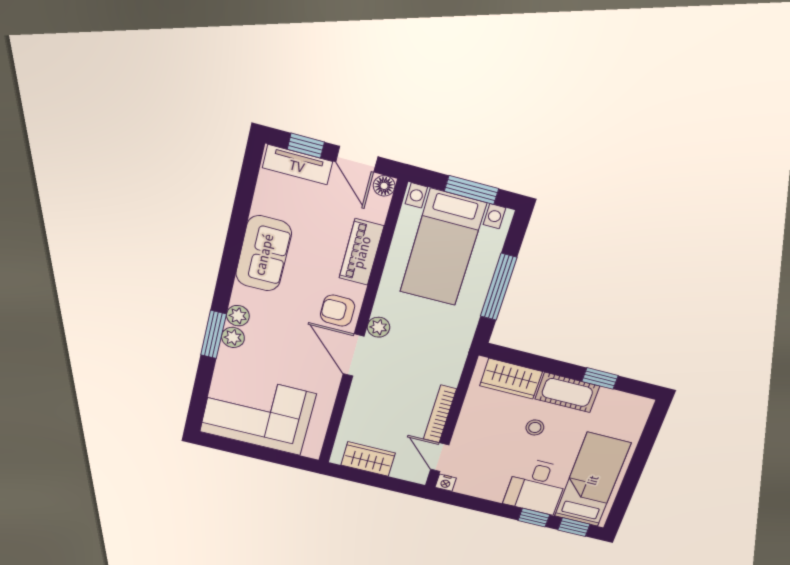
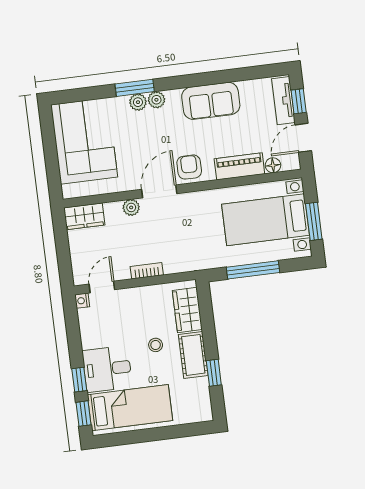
floor lamp: (384, 186) -> (273, 165), moved
plant: (379, 327) -> (131, 207), moved
bookcase: (440, 414) -> (147, 271), width x0.64
wardrobe: (368, 459) -> (84, 216), moved, turned 90

